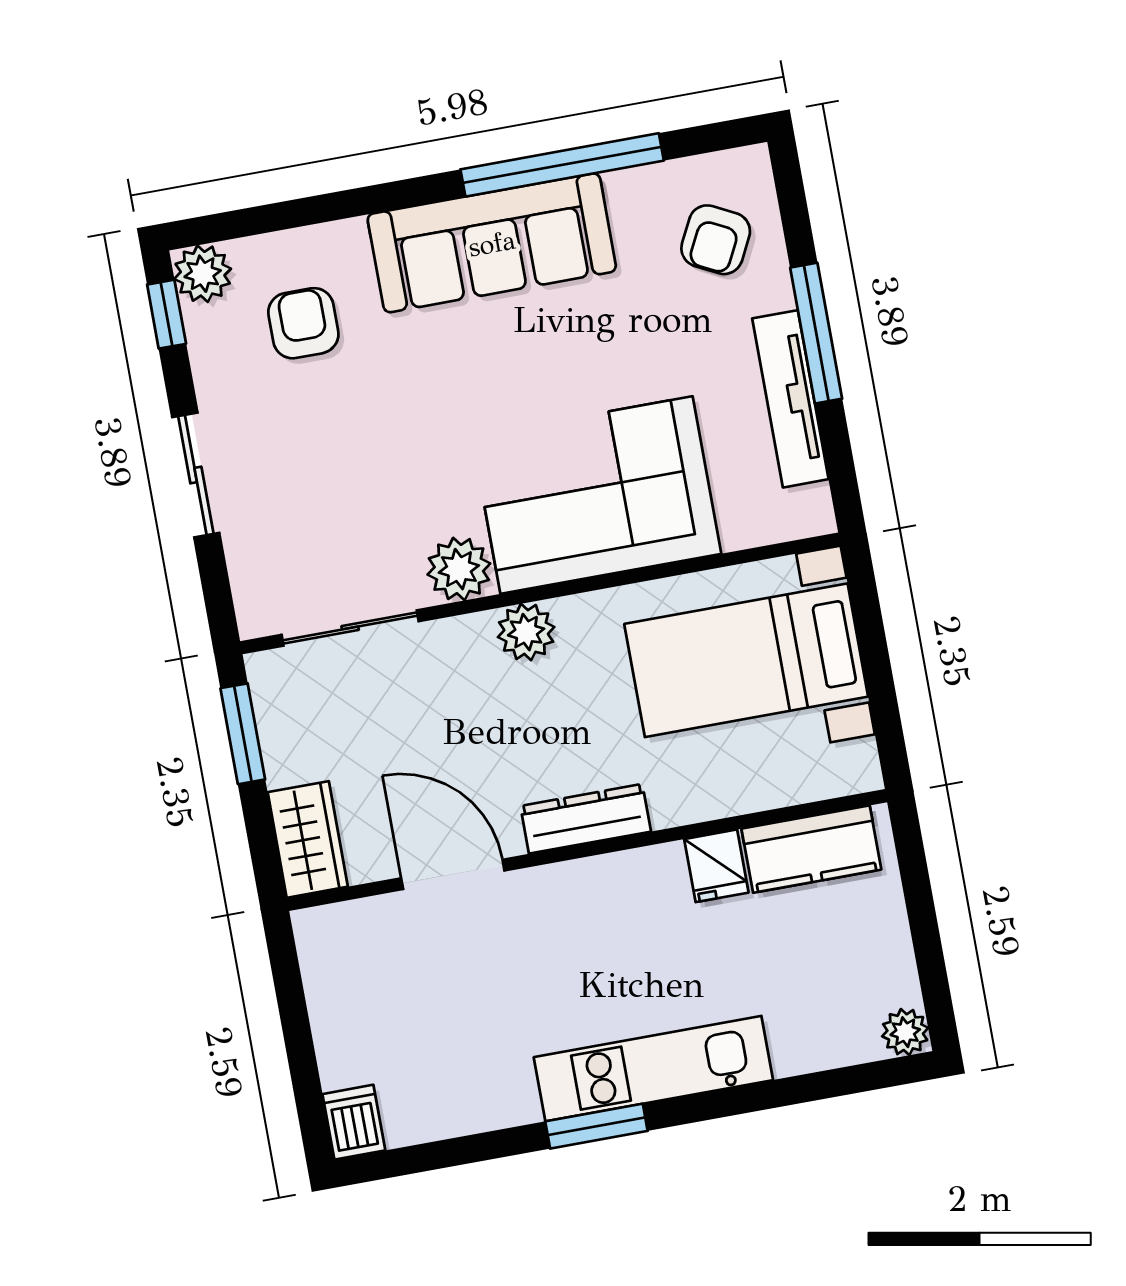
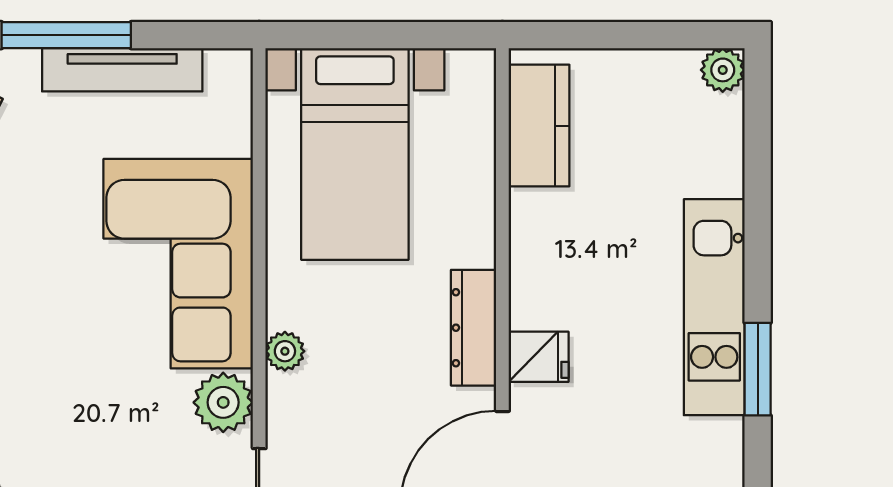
plant: (526, 632) -> (285, 351), width x0.73, depth x0.73
fridge: (716, 866) -> (539, 357), moved

